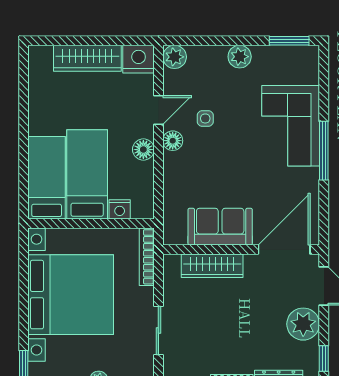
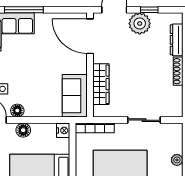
nightstand: (120, 209) -> (63, 130), moved
sofa: (220, 227) -> (75, 96), moved
window: (324, 358) -> (149, 10), moved

